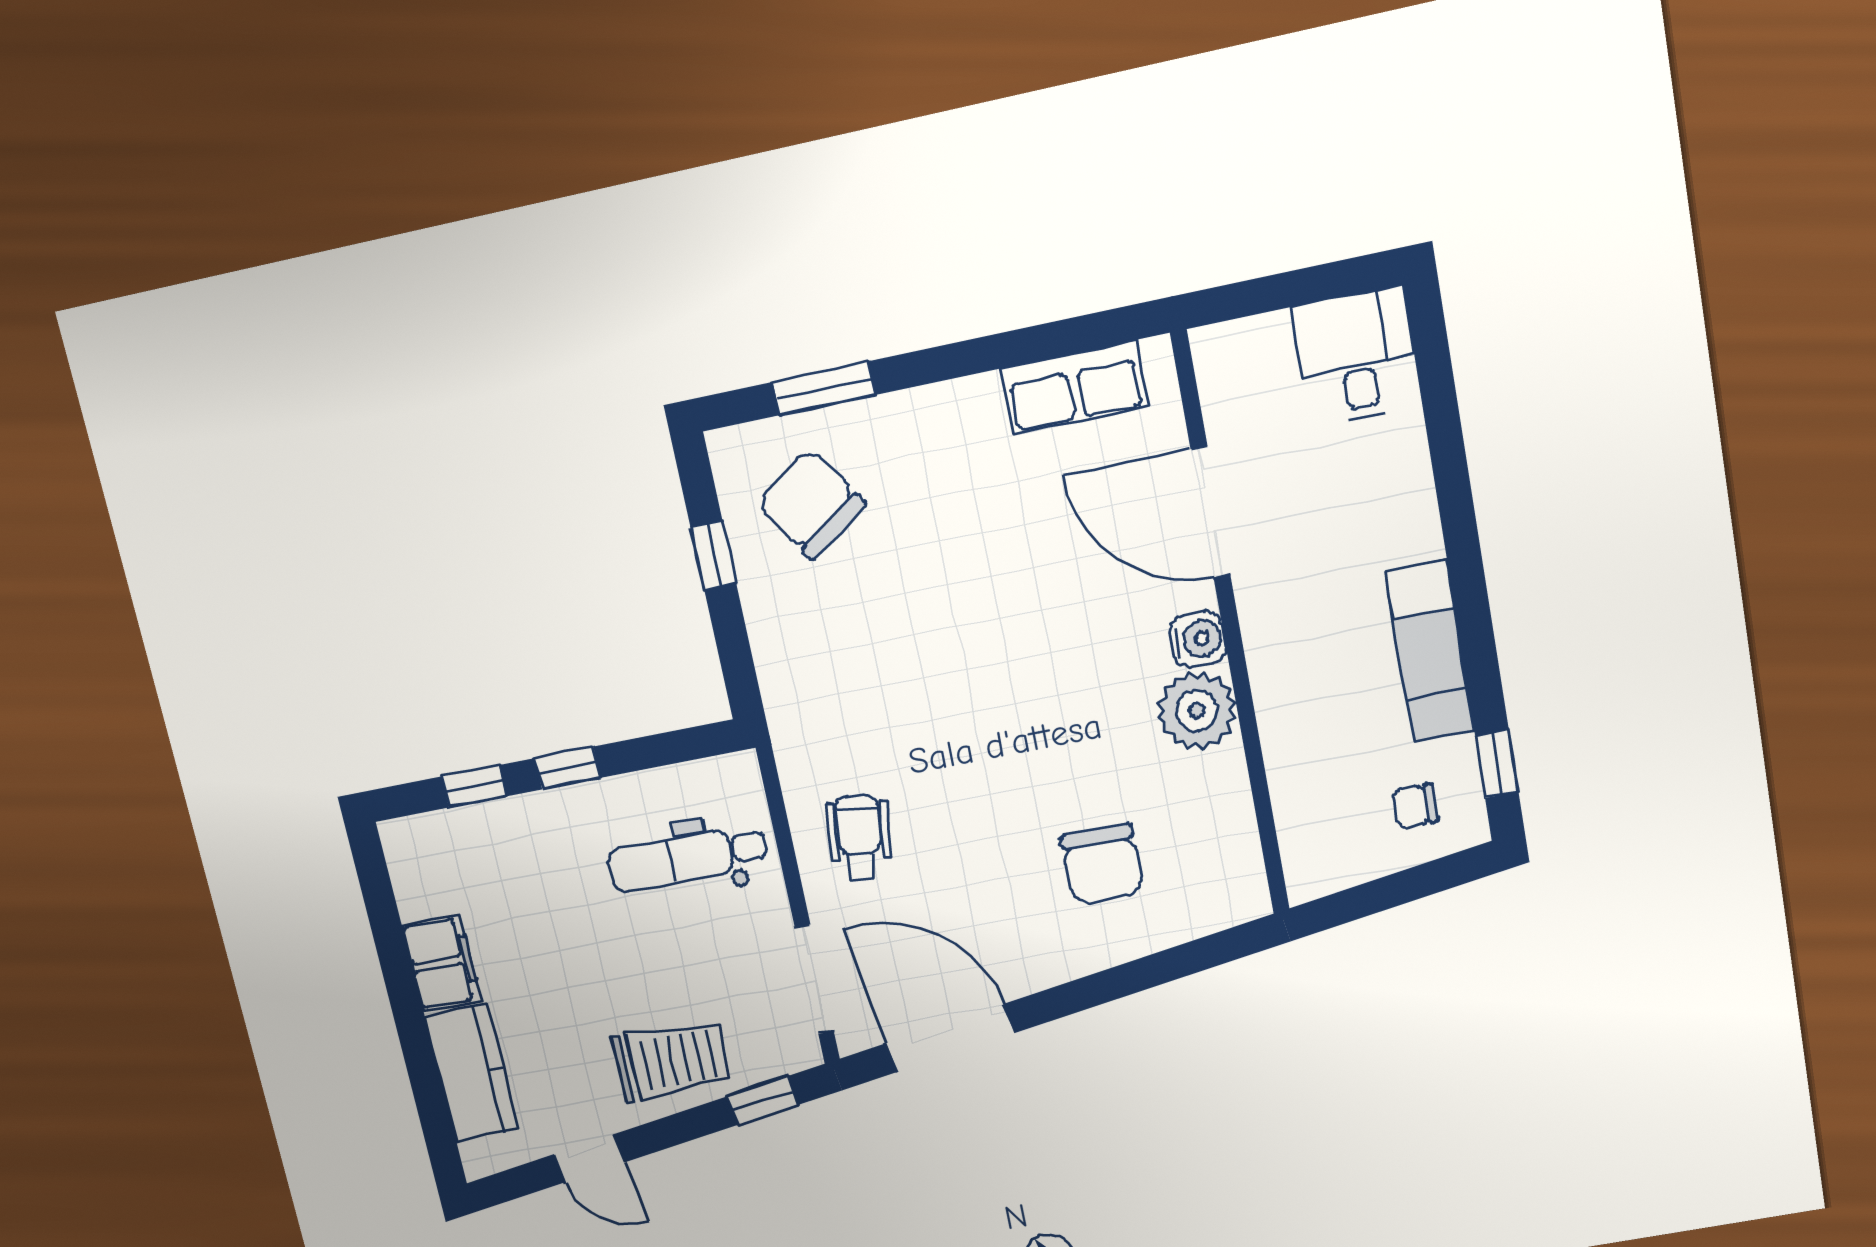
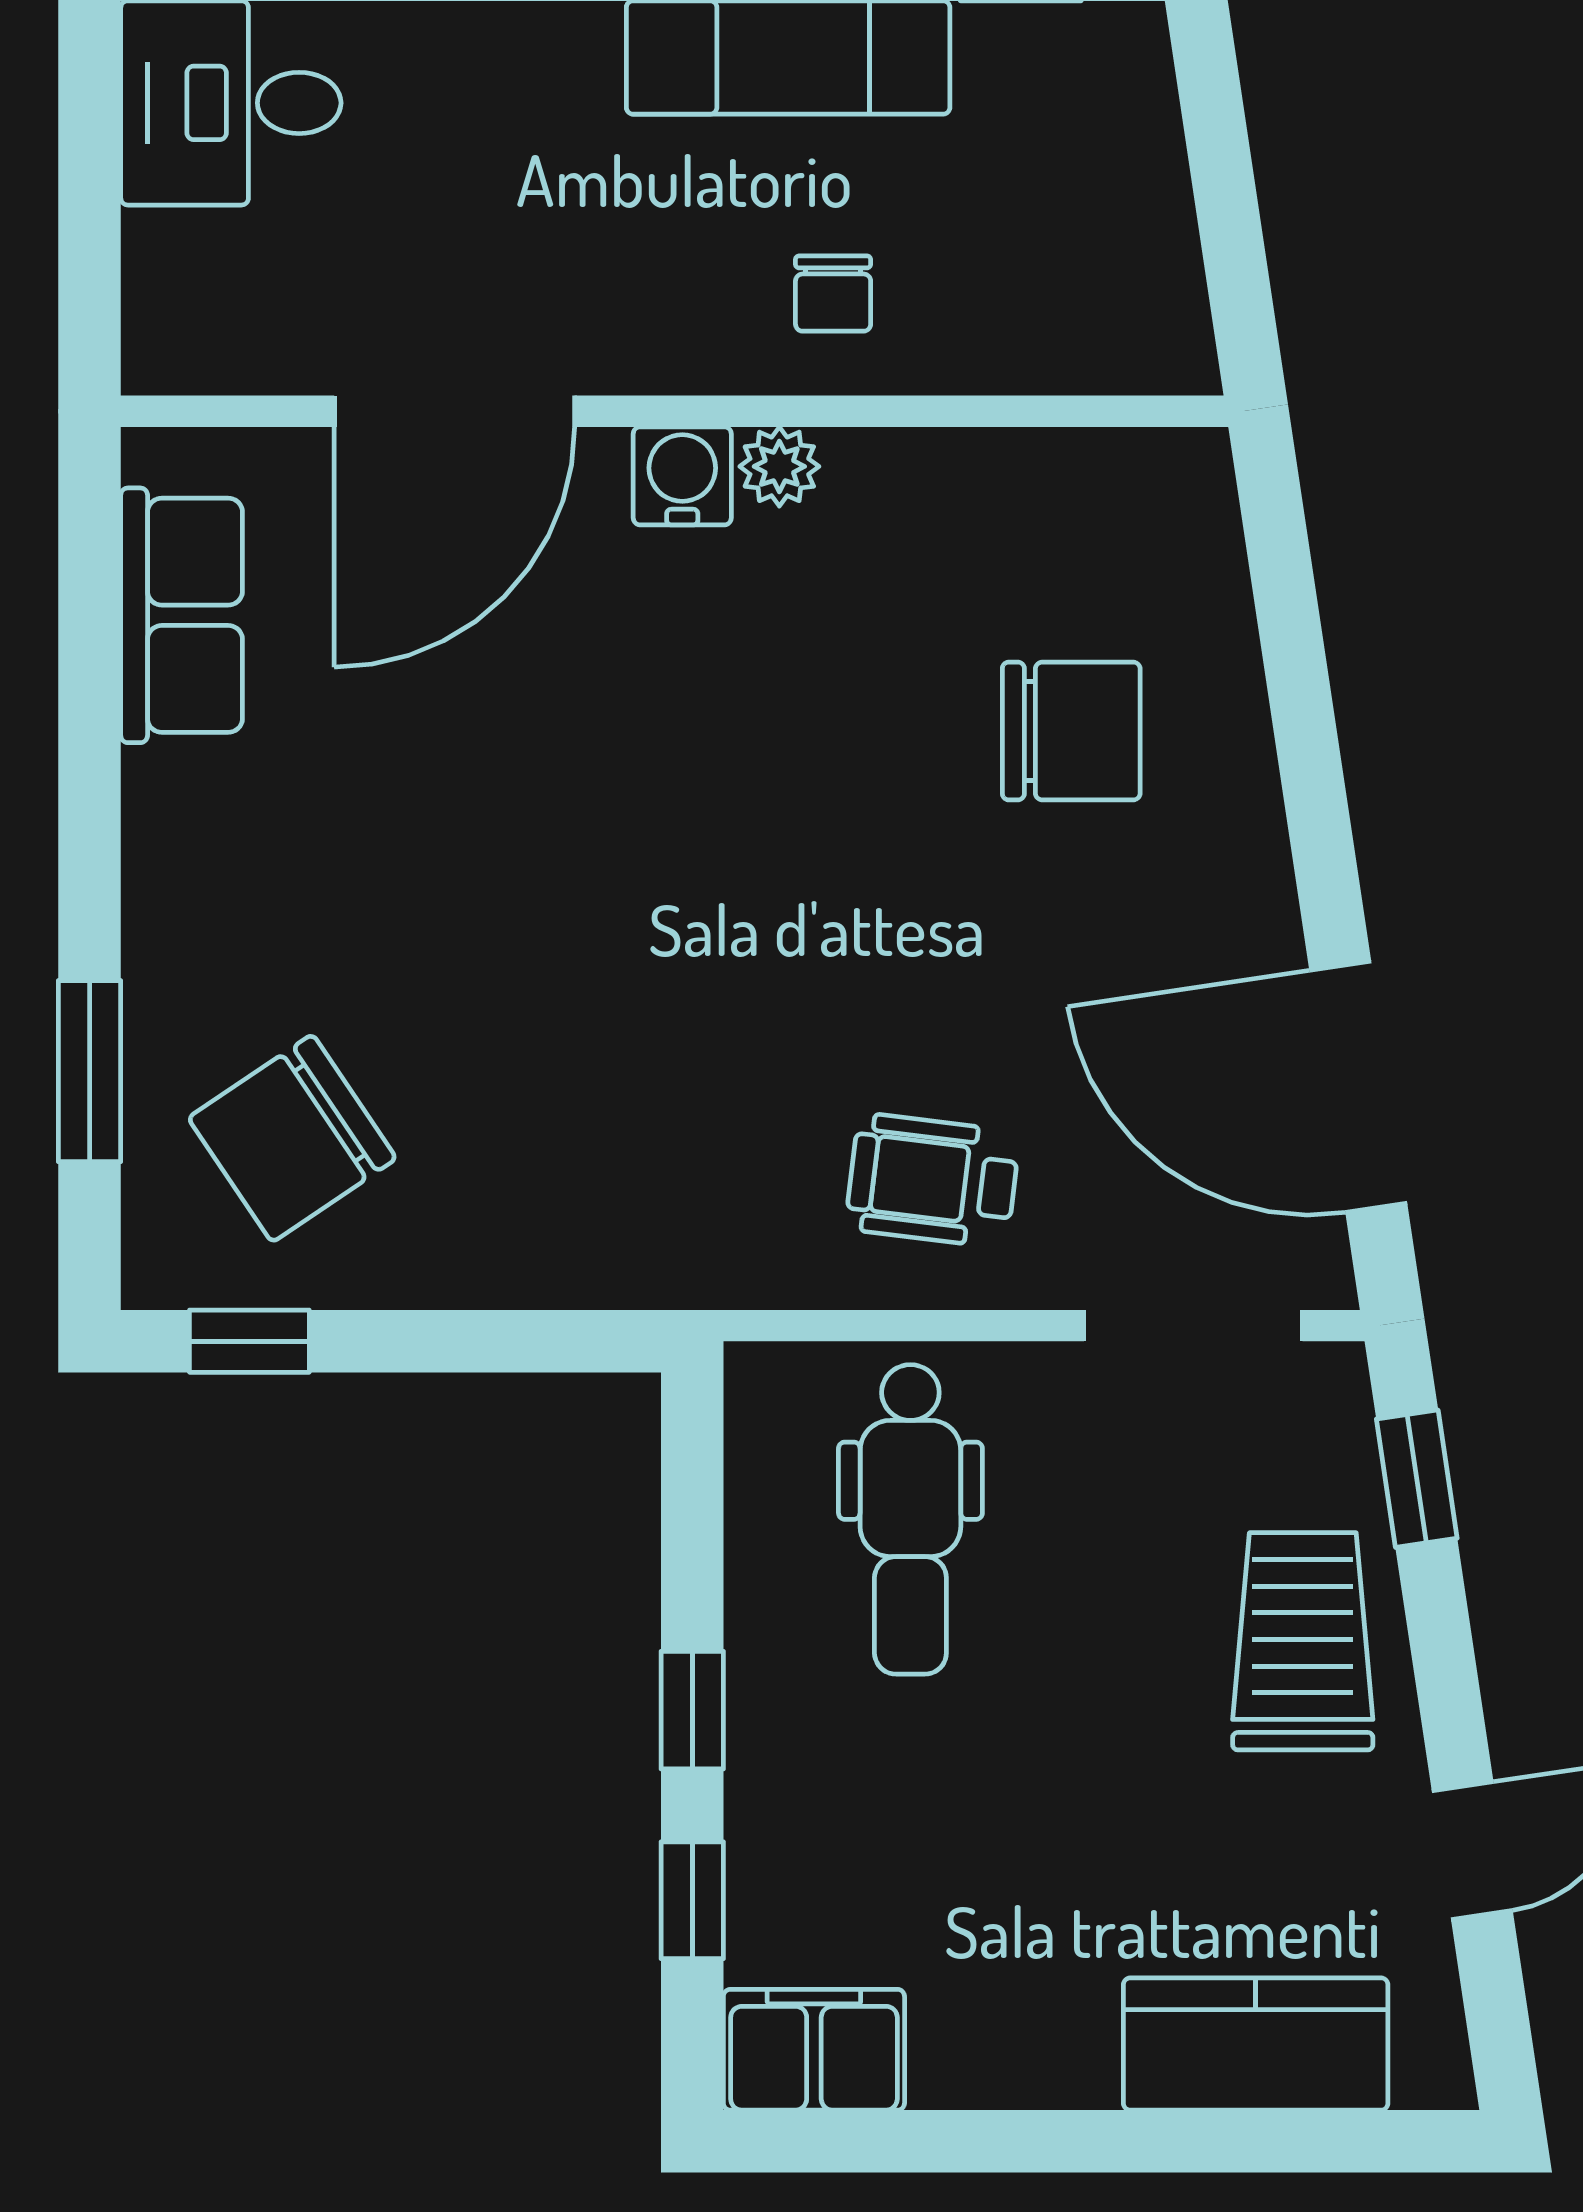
window: (713, 555) -> (249, 1341), moved
plant: (1197, 710) -> (779, 466), width x0.53, depth x0.53
chair: (1415, 806) -> (833, 294), moved
filing cabinet: (442, 963) -> (814, 2050), moved
door: (950, 1038) -> (1358, 1087), hinge flipped

